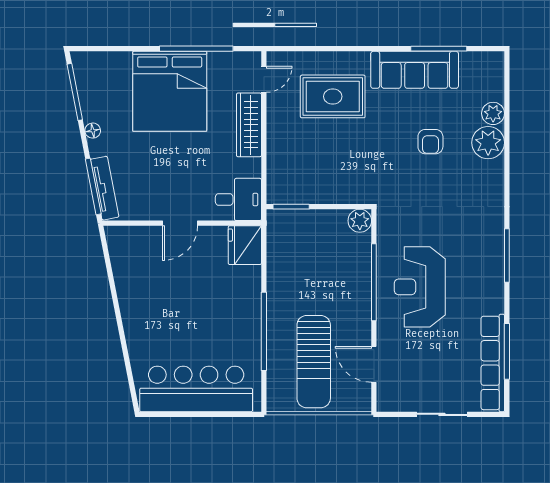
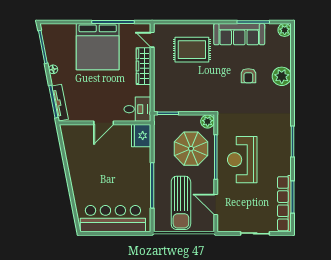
door: (264, 79) -> (152, 40), swing flipped
plant: (493, 113) -> (285, 30), moved
parasol: (331, 268) -> (191, 149), added

